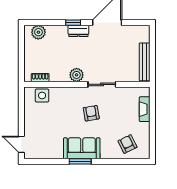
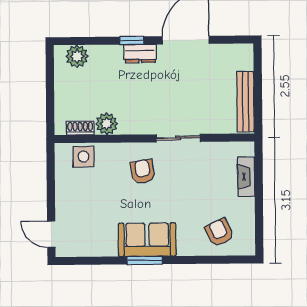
plant: (77, 75) -> (107, 124), moved
armchair: (91, 113) -> (143, 172), moved

